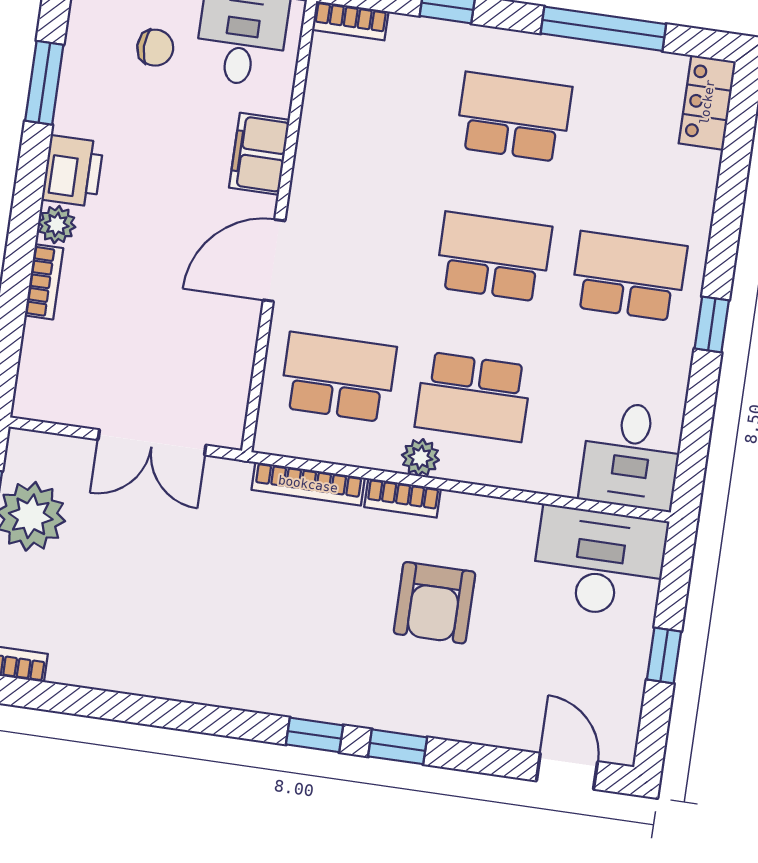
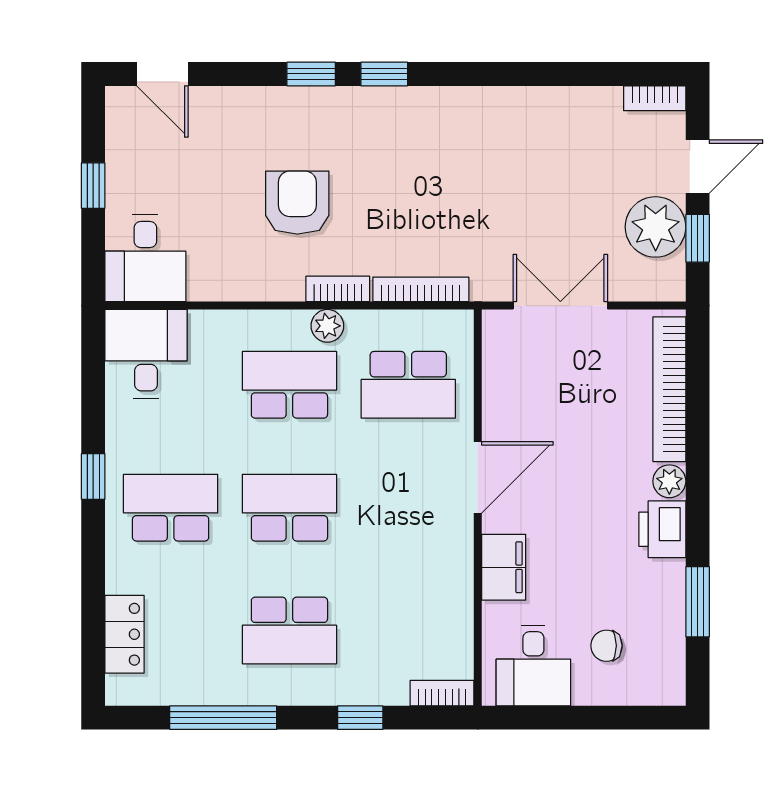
locker: (707, 102) -> (125, 634), moved
school desk: (494, 257) -> (289, 508), turned 180
school desk: (629, 276) -> (171, 508), turned 180
bookcase: (44, 282) -> (669, 389), width x2.31, depth x1.31
desk: (599, 562) -> (145, 258), width x0.73

